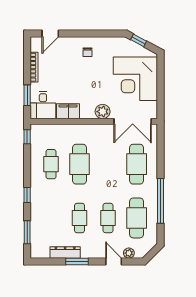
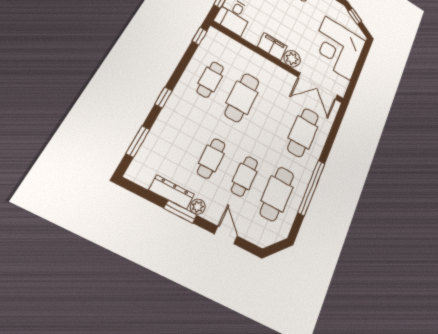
filing cabinet: (68, 111) -> (272, 47), moved
plant: (129, 253) -> (198, 207), moved

